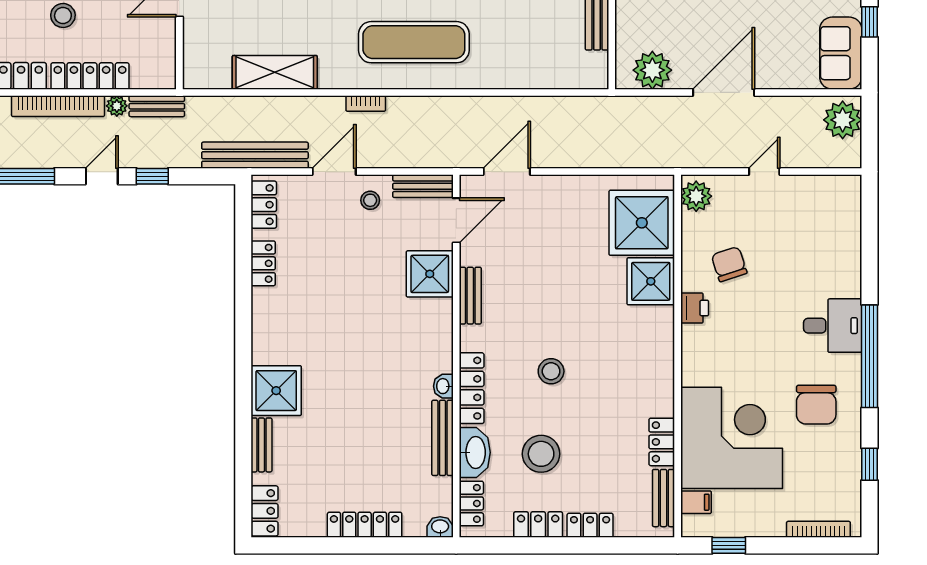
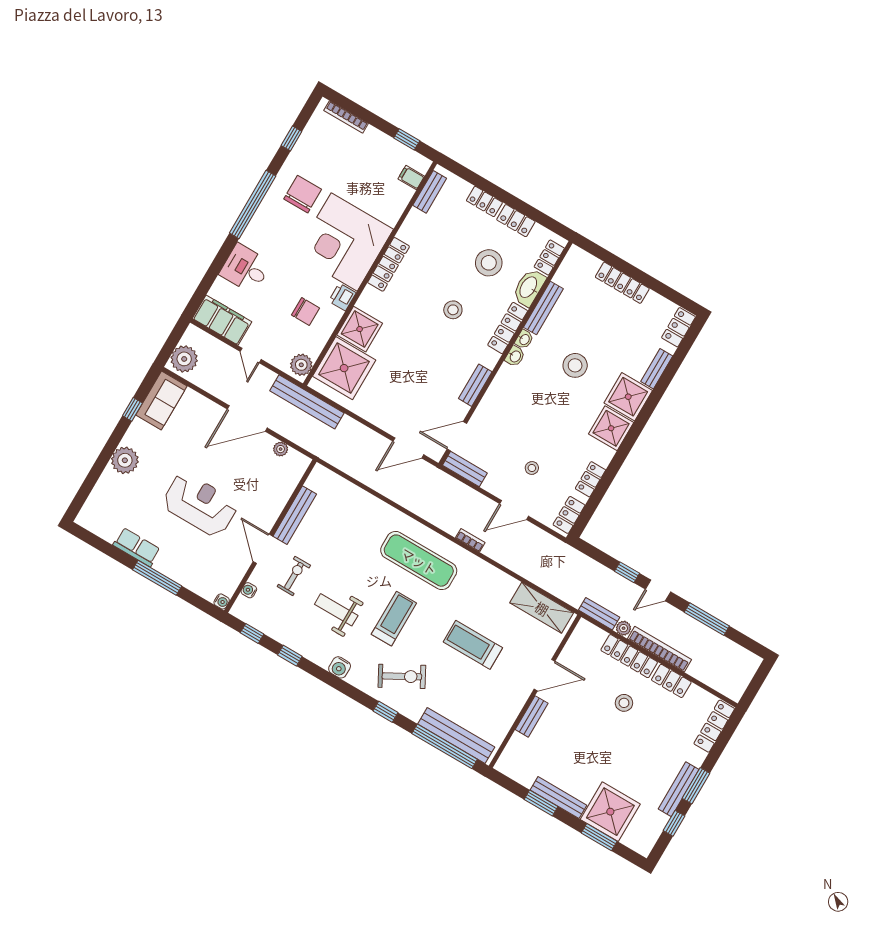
plant: (652, 70) -> (281, 449), width x0.53, depth x0.53
shelving: (275, 72) -> (542, 608), moved
bench: (255, 155) -> (307, 402), moved
door: (764, 172) -> (251, 355), hinge flipped
filing cabinet: (824, 194) -> (222, 320), added
stool: (370, 200) -> (532, 468), moved
chair: (729, 264) -> (305, 311), turned -72
shower: (430, 274) -> (611, 428), moved
desk: (833, 326) -> (245, 269), moved
stool: (363, 391) -> (575, 365), added
corner desk: (732, 438) -> (344, 242), moved
locker: (662, 442) -> (389, 264), moved, width x1.53
washbasin: (440, 527) -> (515, 356), moved, turned -90

